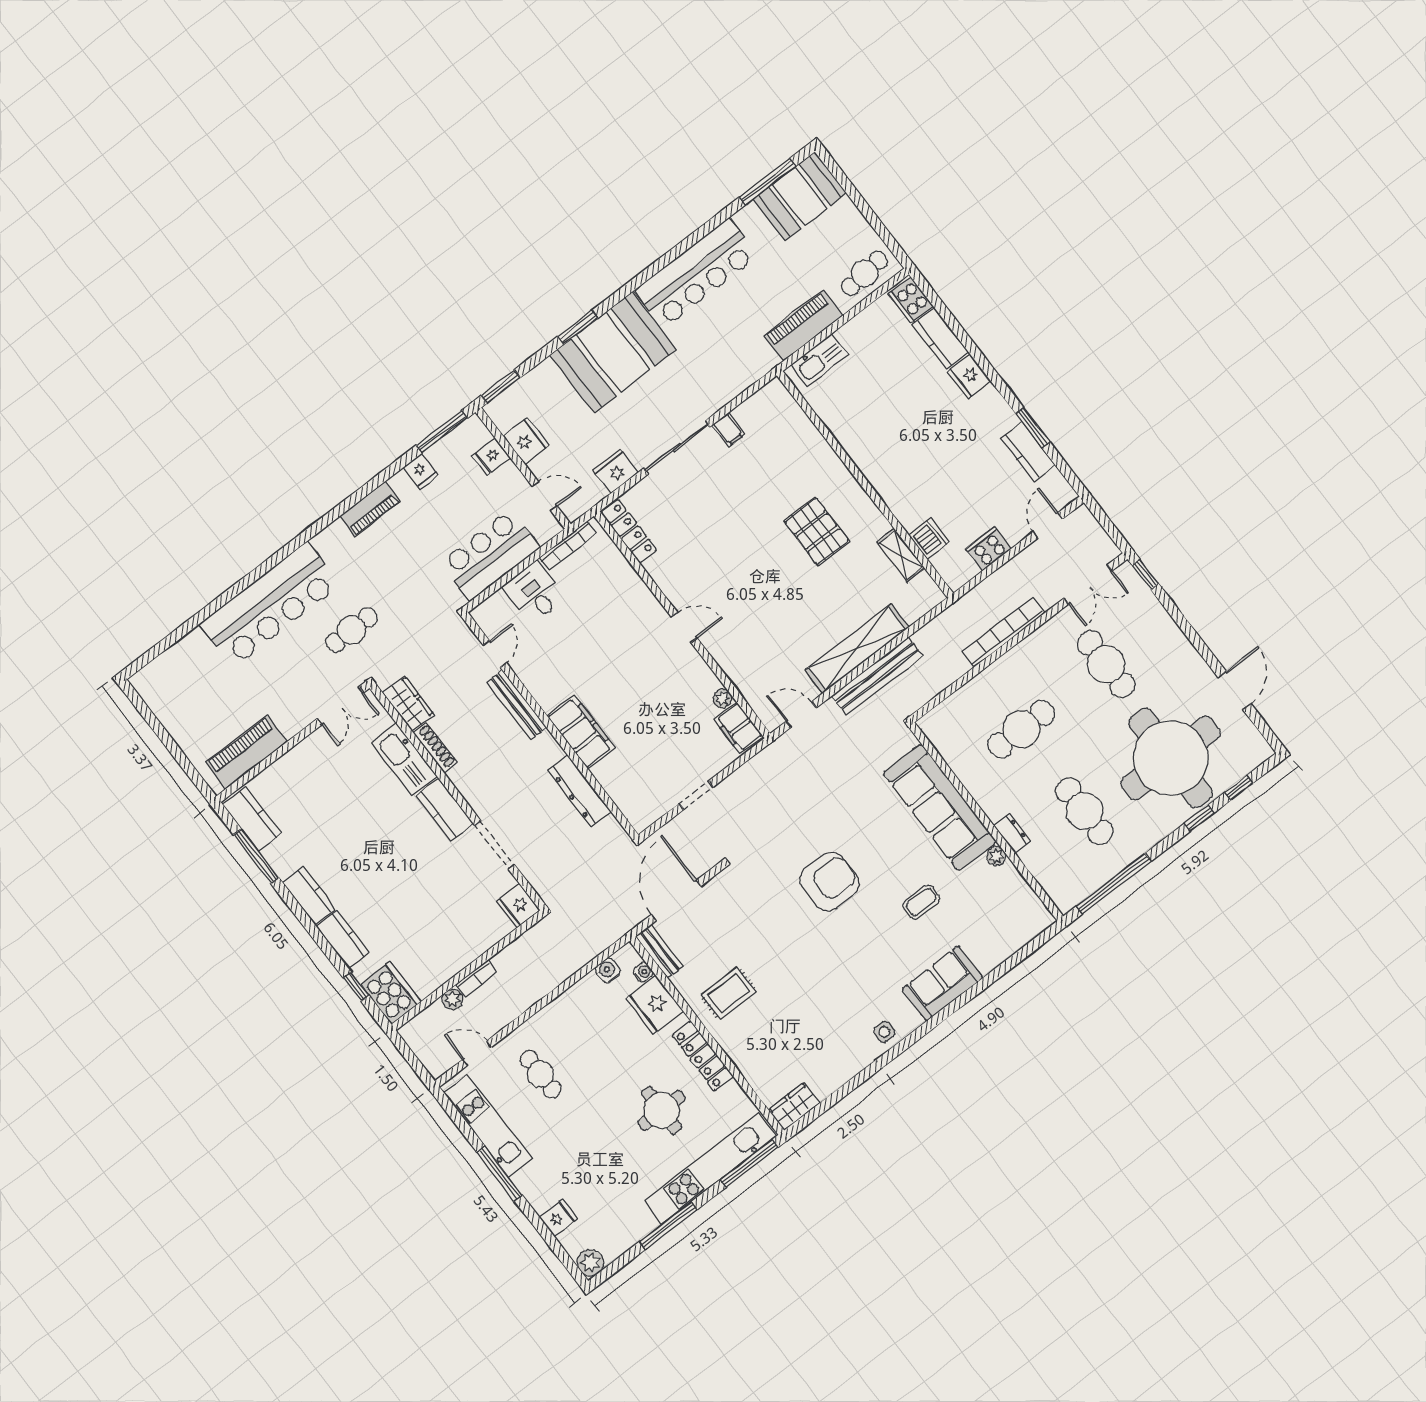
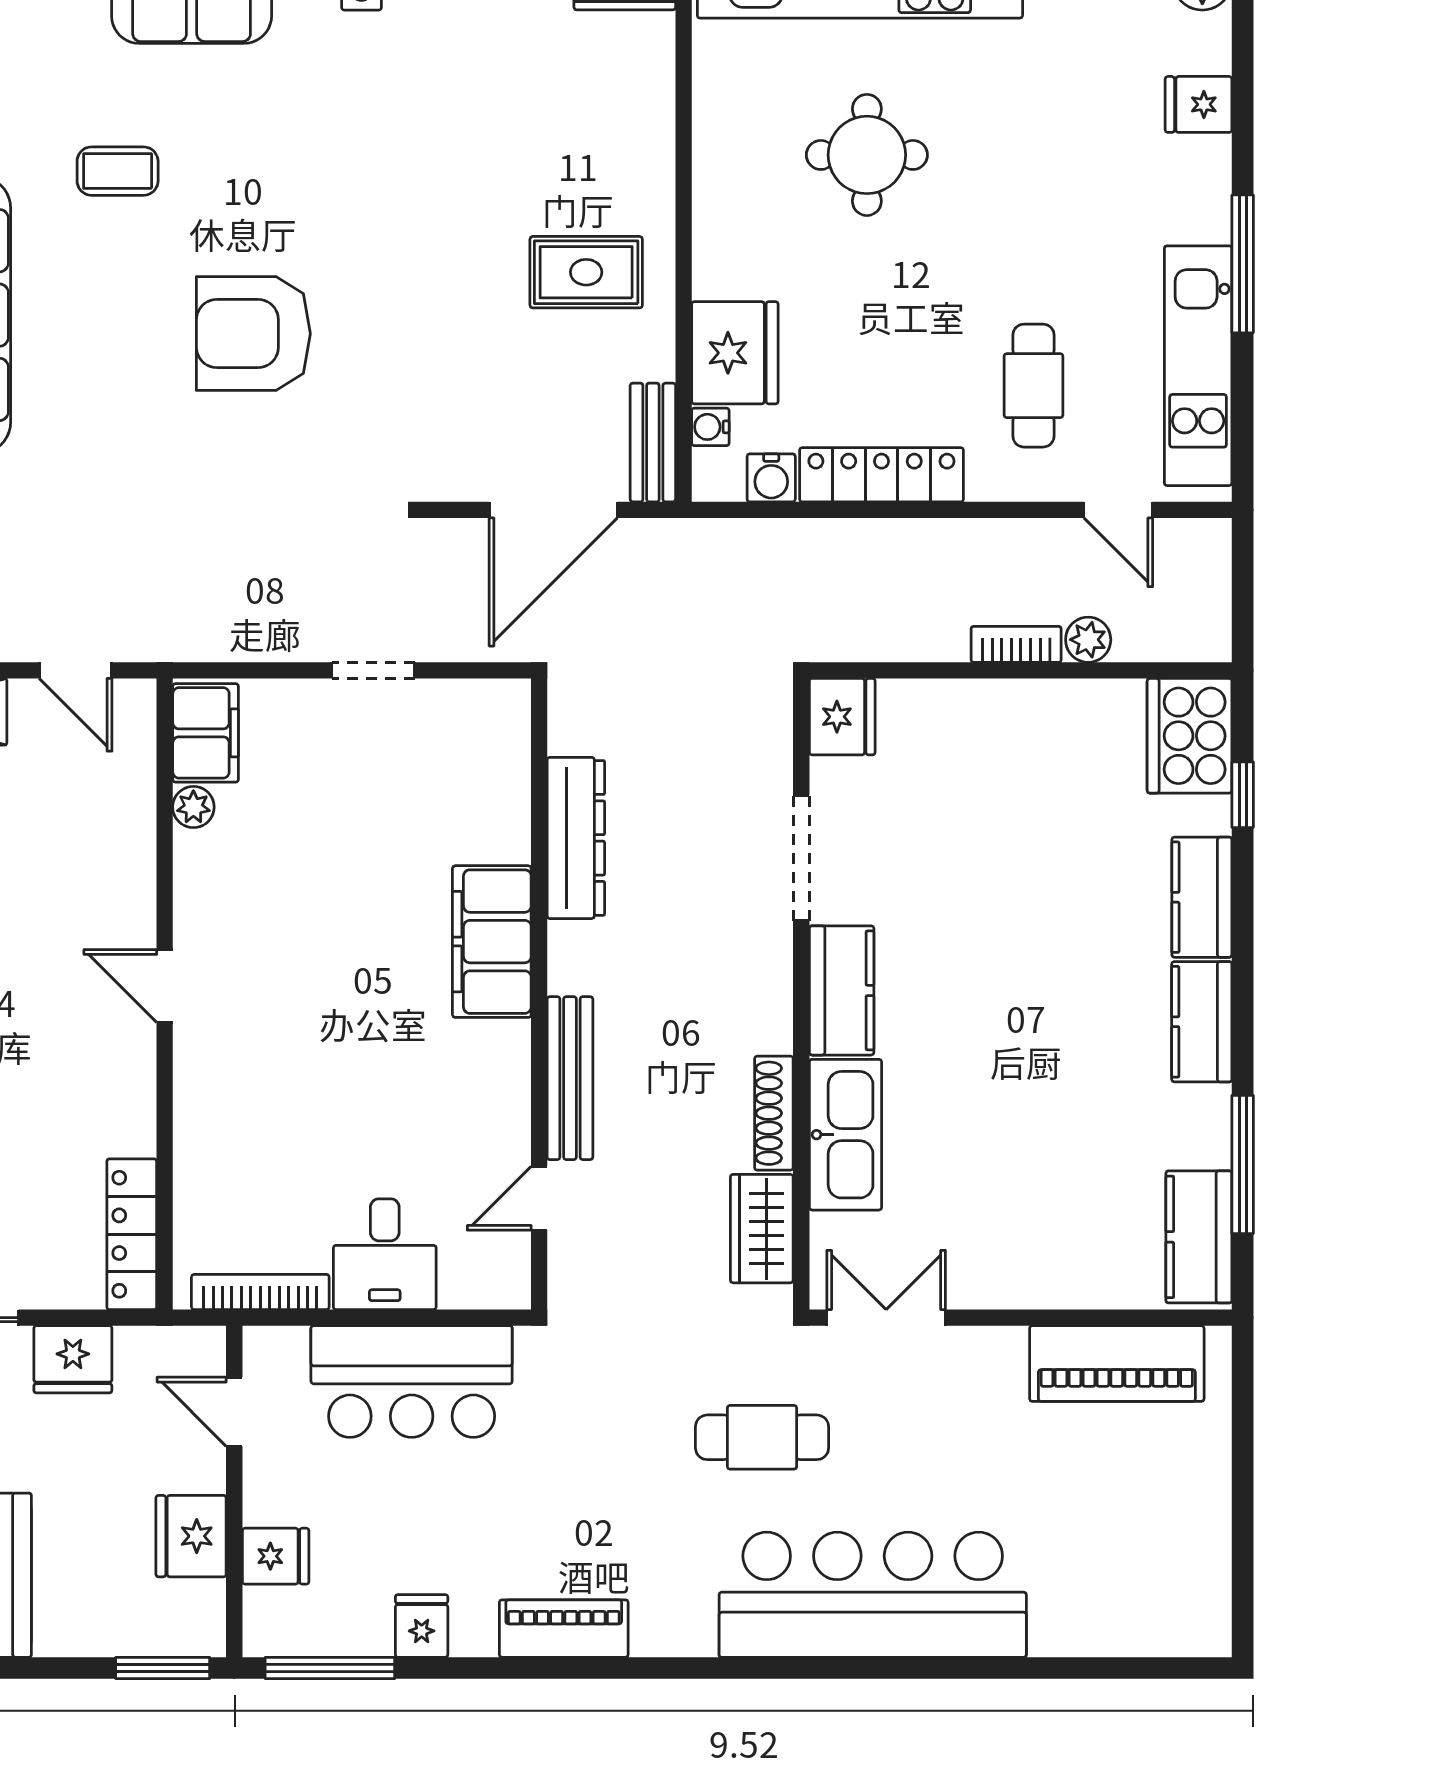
locker: (703, 1056) -> (881, 475), moved, turned -90

